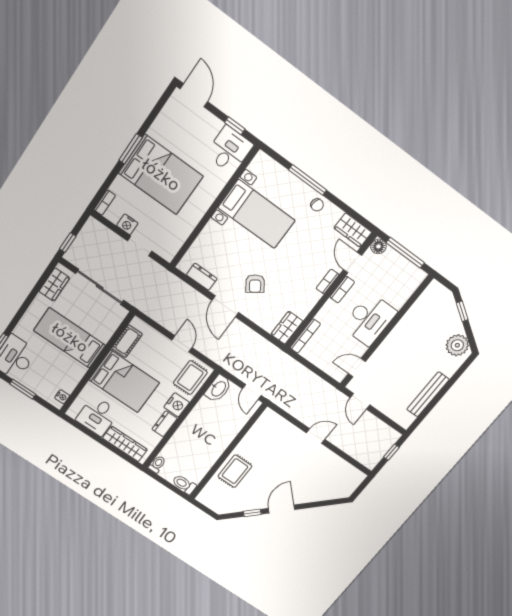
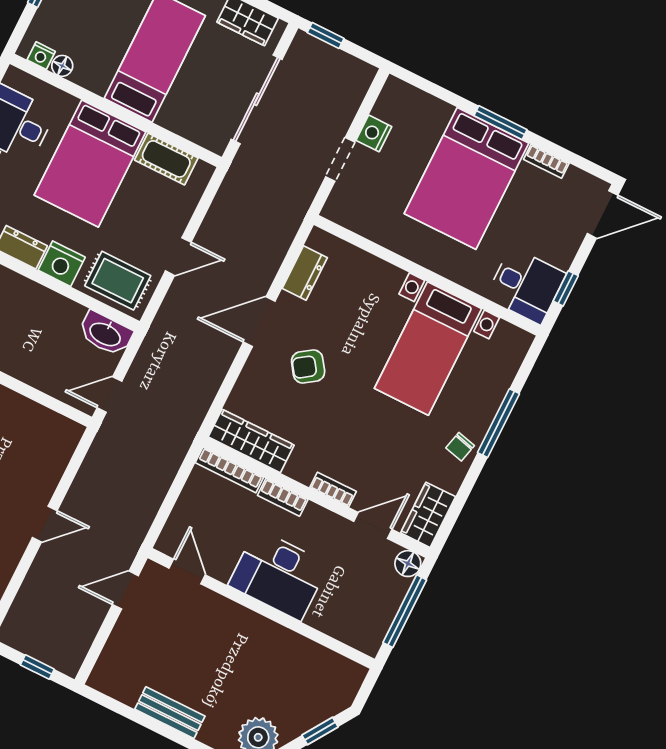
bookcase: (105, 203) -> (546, 161), moved
bookcase: (342, 290) -> (283, 497), moved
wardrobe: (287, 328) -> (251, 441), width x1.50
floor lamp: (69, 387) -> (62, 66), added
bench: (428, 394) -> (170, 713), width x0.73
door: (316, 436) -> (45, 524), hinge flipped

